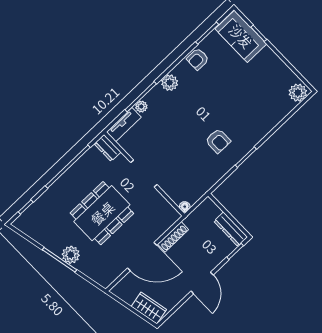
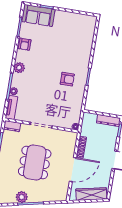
plant: (298, 93) -> (90, 23), removed
plant: (71, 255) -> (22, 197), moved
wardrobe: (149, 308) -> (91, 194), width x1.50

